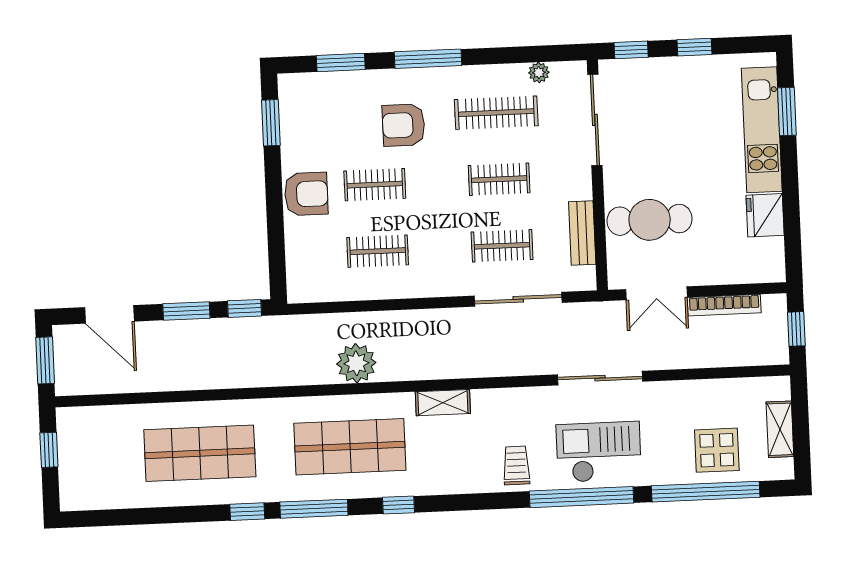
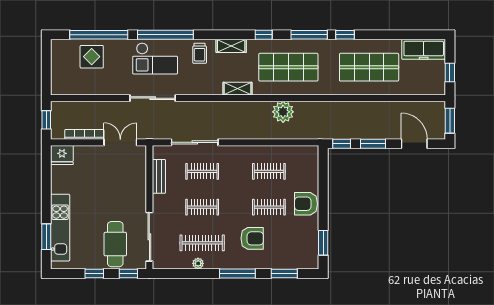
plant: (539, 73) -> (198, 263), moved
fridge: (765, 215) -> (62, 155), moved, turned 90
cafe table: (650, 220) -> (115, 244), moved, turned 90
shelving: (780, 429) -> (231, 46), moved, turned 90
freezer: (100, 491) -> (424, 49), added

